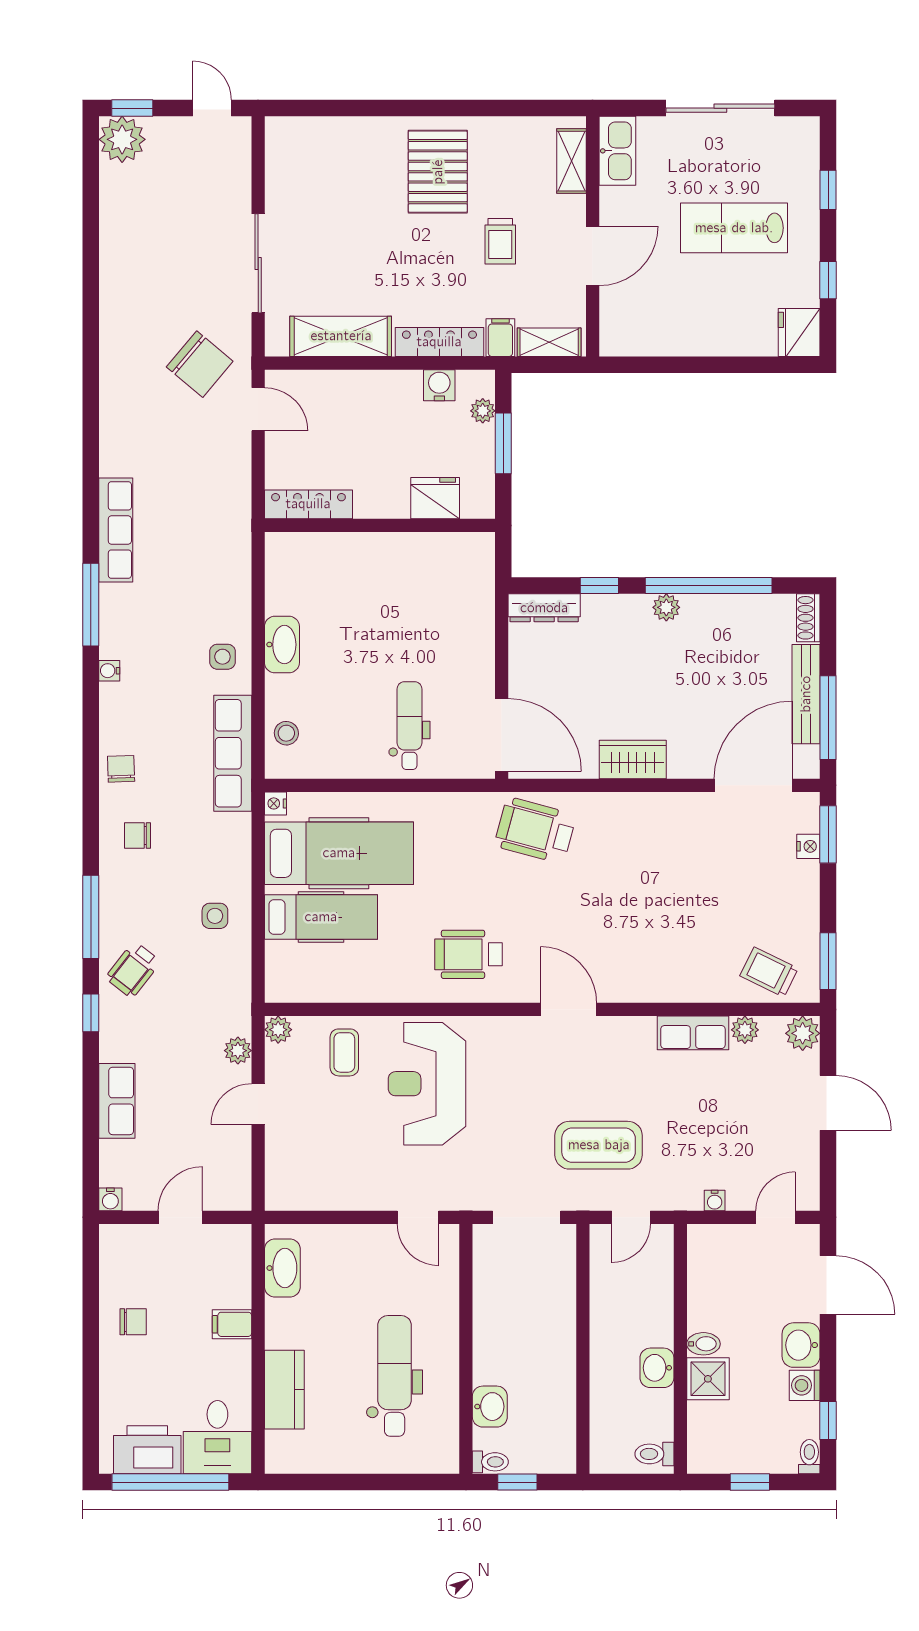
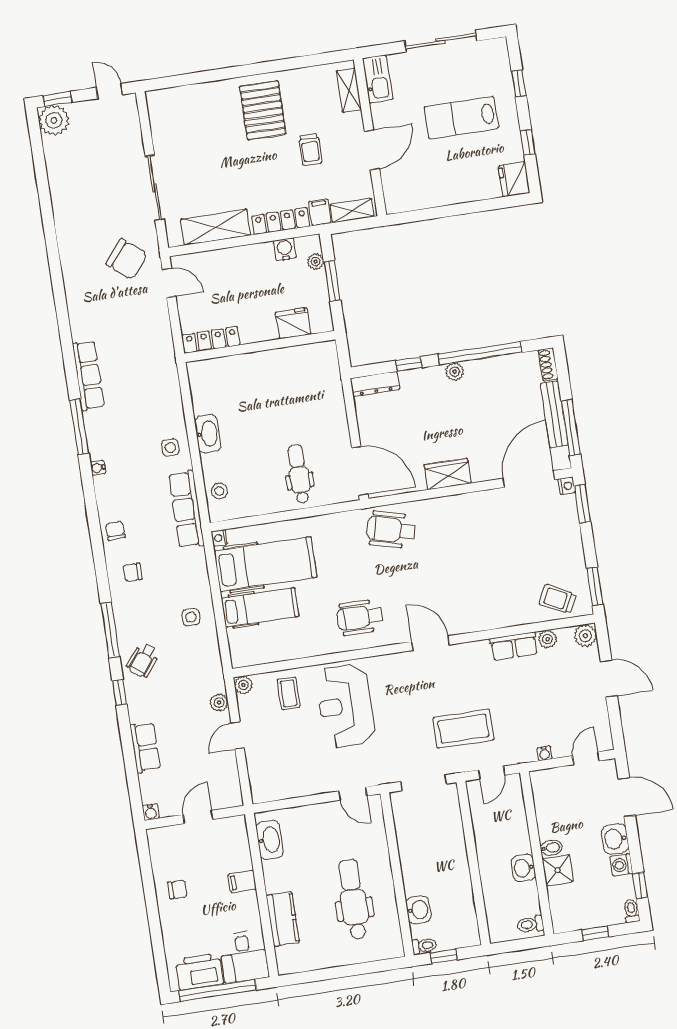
nightstand: (808, 846) -> (567, 486), moved

